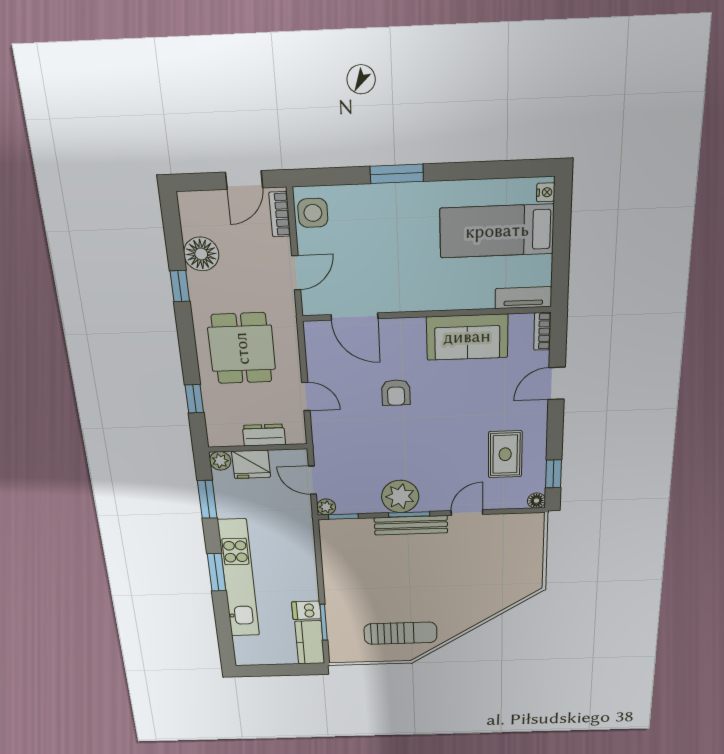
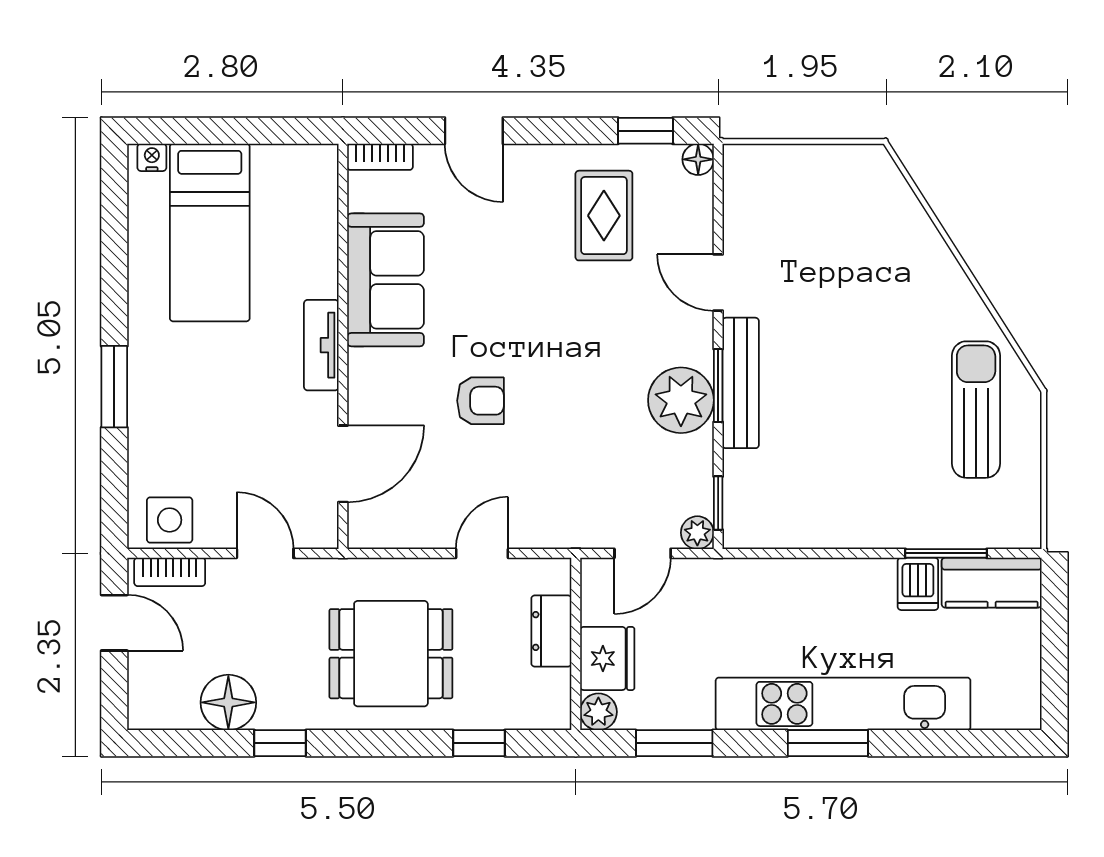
tv unit: (523, 298) -> (321, 345), moved
rug: (505, 454) -> (604, 216), turned 90

